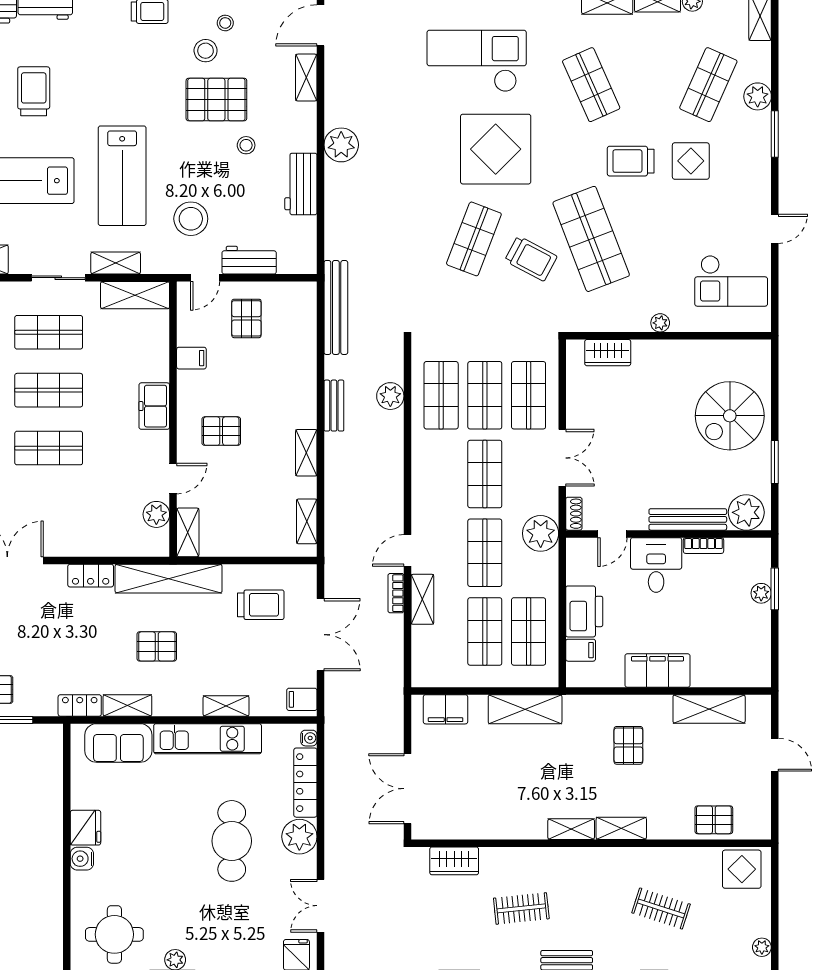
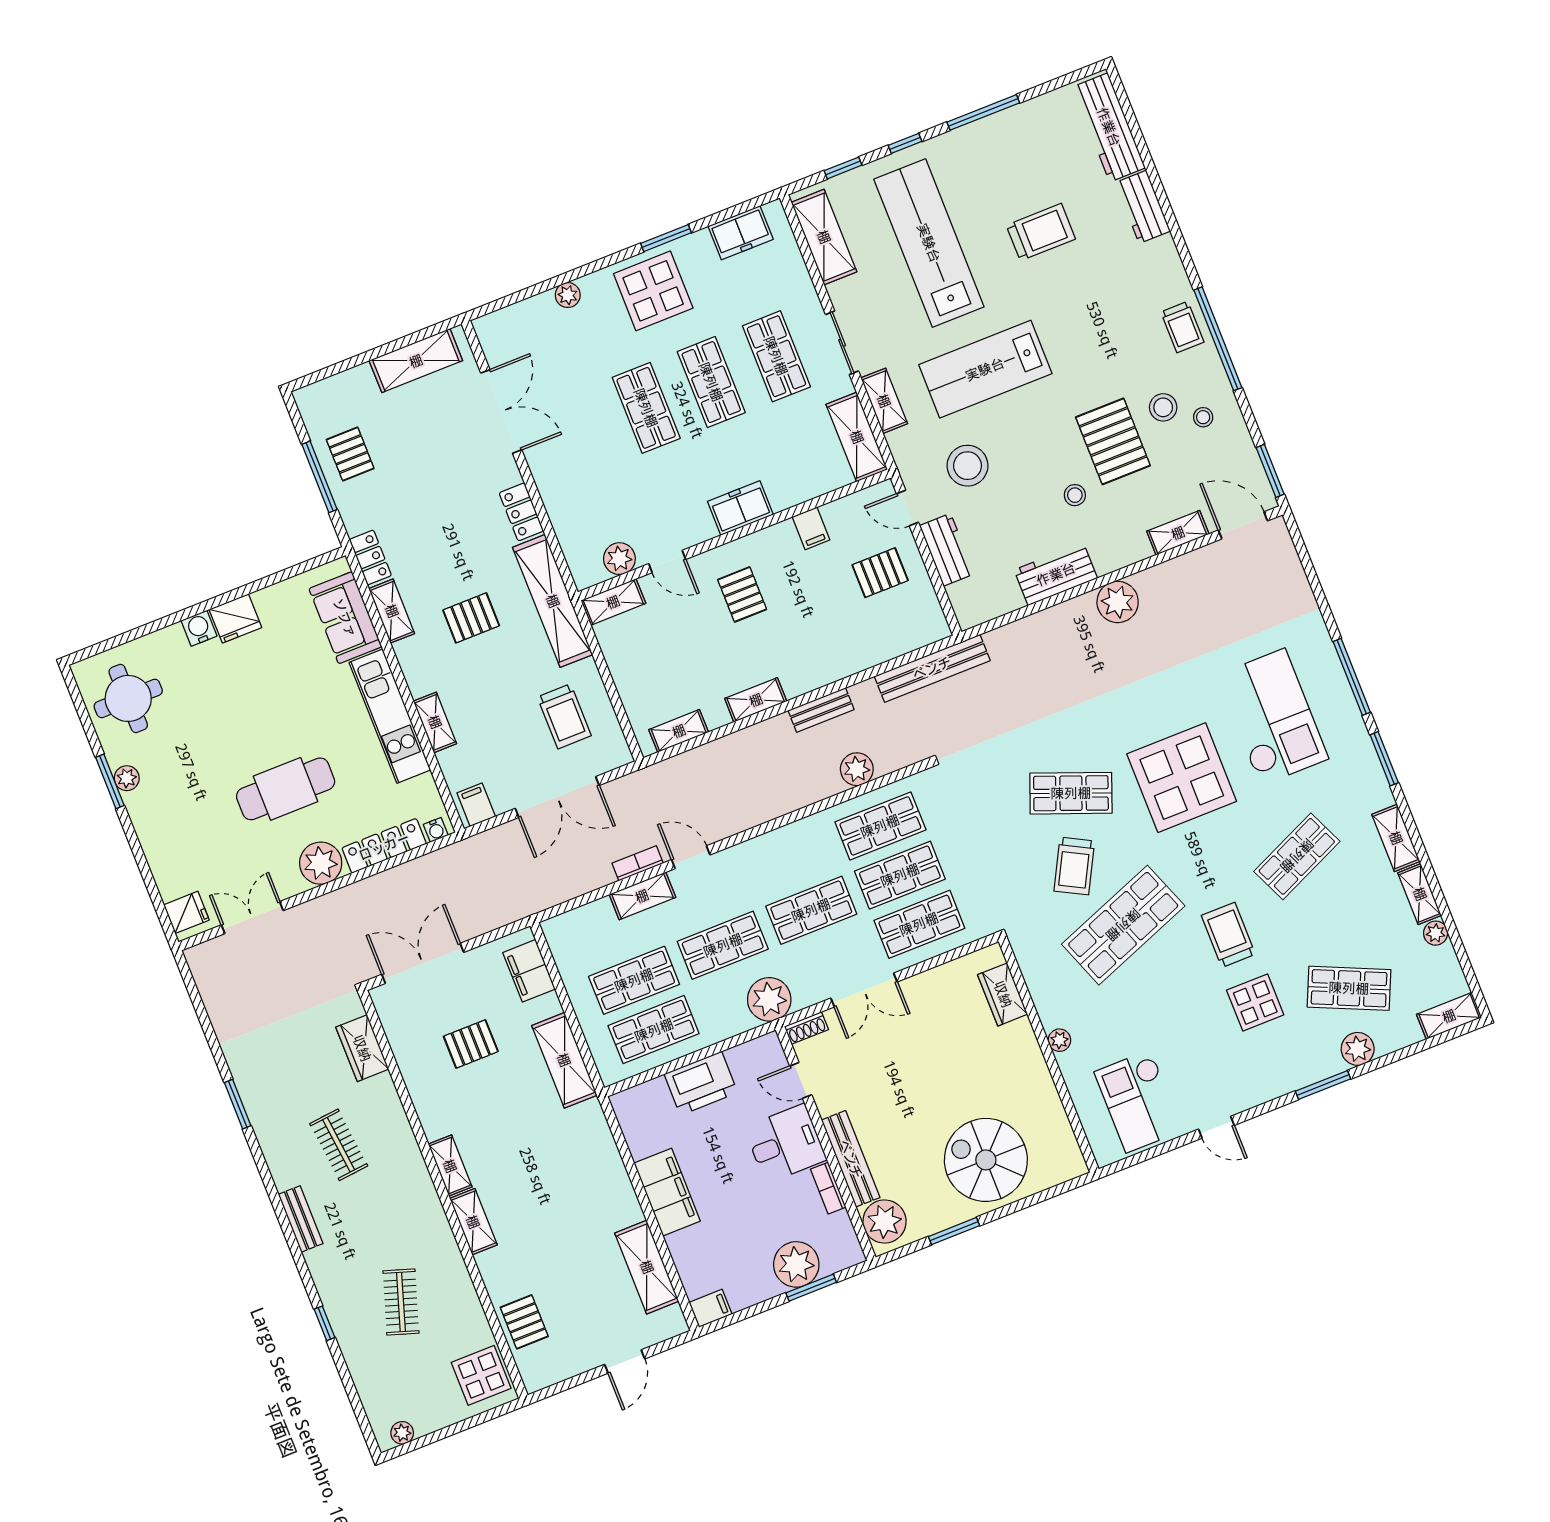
plant: (761, 593) -> (796, 1264), width x1.87, depth x1.87
pallet: (157, 646) -> (471, 618), turned 90
filing cabinet: (581, 650) -> (711, 1308), moved, turned -90
pallet: (628, 745) -> (471, 1044), moved

